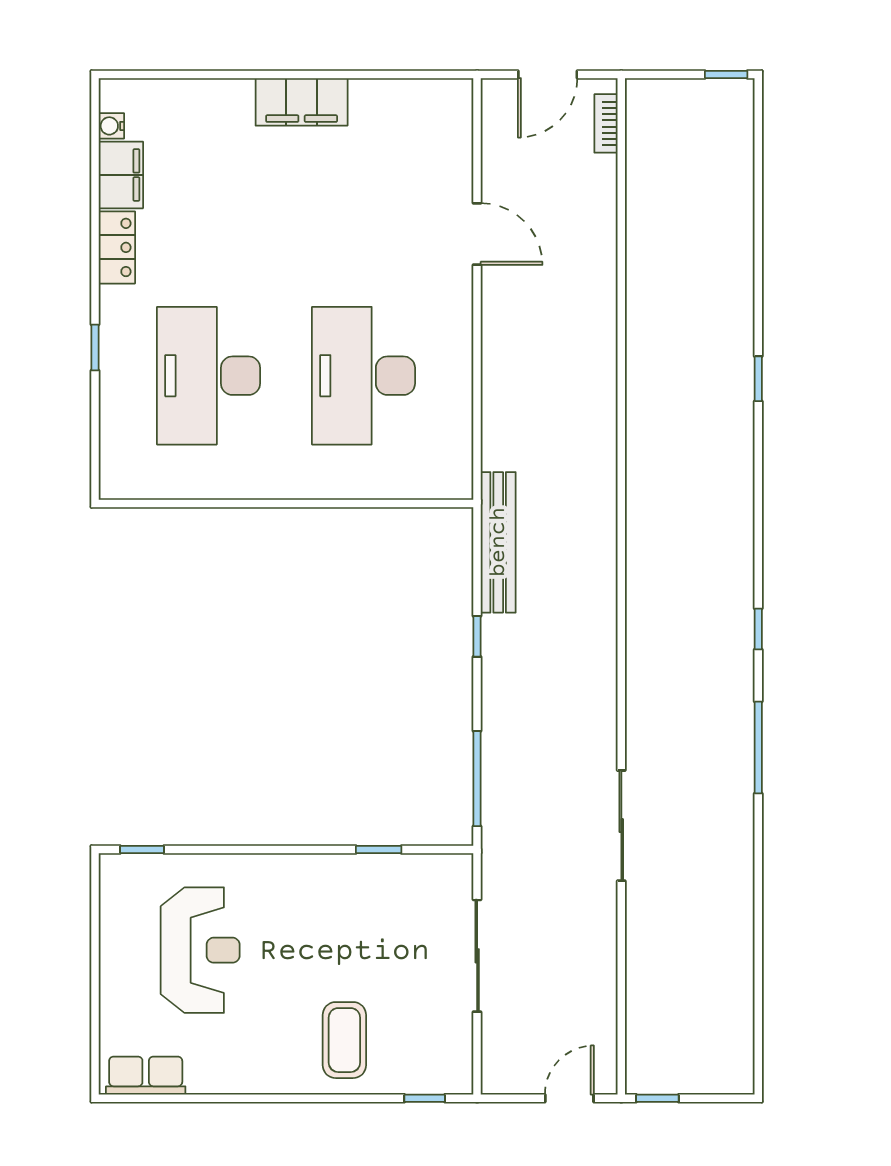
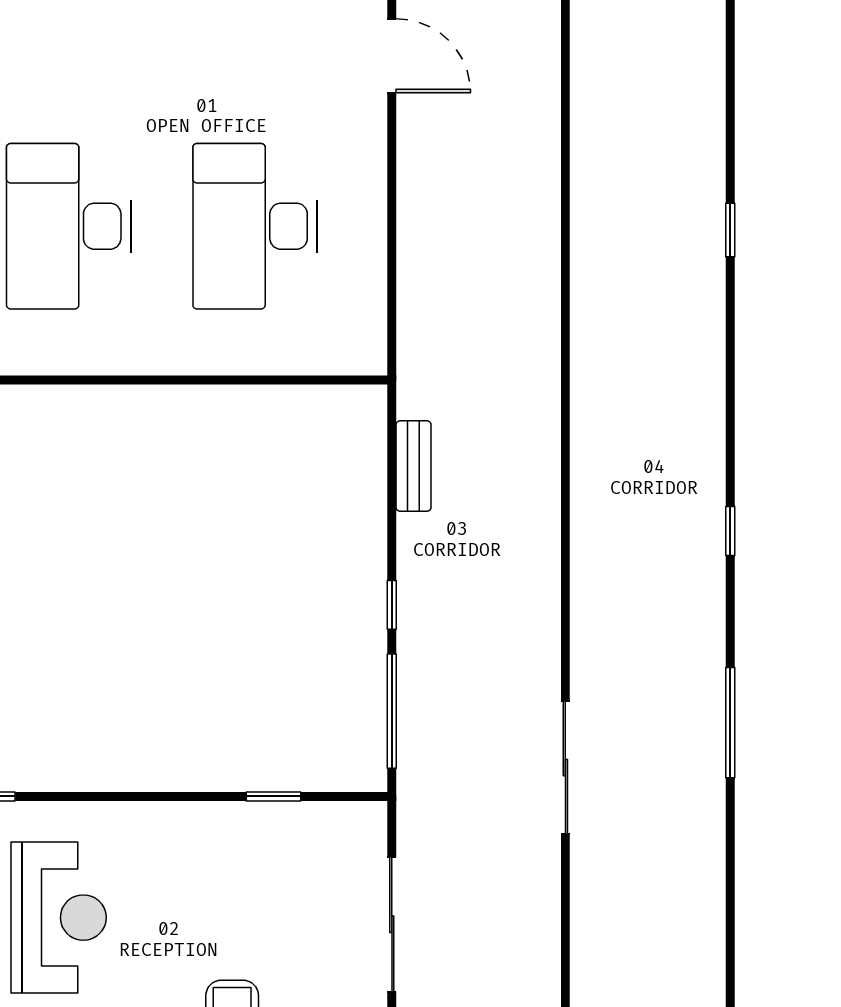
bench: (498, 542) -> (413, 466), width x0.54, depth x0.82
window: (477, 636) -> (392, 605), moved
window: (758, 748) -> (730, 723), moved

